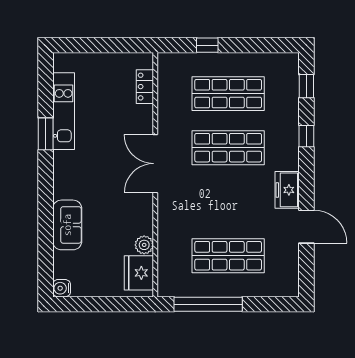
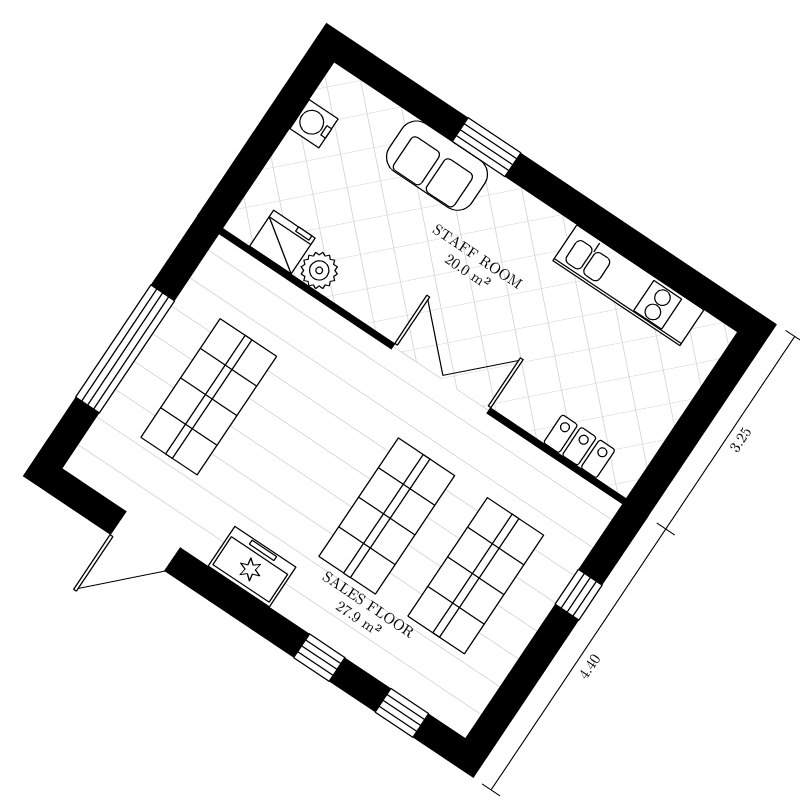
window: (46, 134) -> (487, 147), moved
door: (306, 227) -> (145, 541), moved
fridge: (139, 273) -> (282, 242), width x0.73, depth x0.75
water cooler: (62, 288) -> (314, 124), moved, turned -90
window: (208, 304) -> (125, 349), moved

